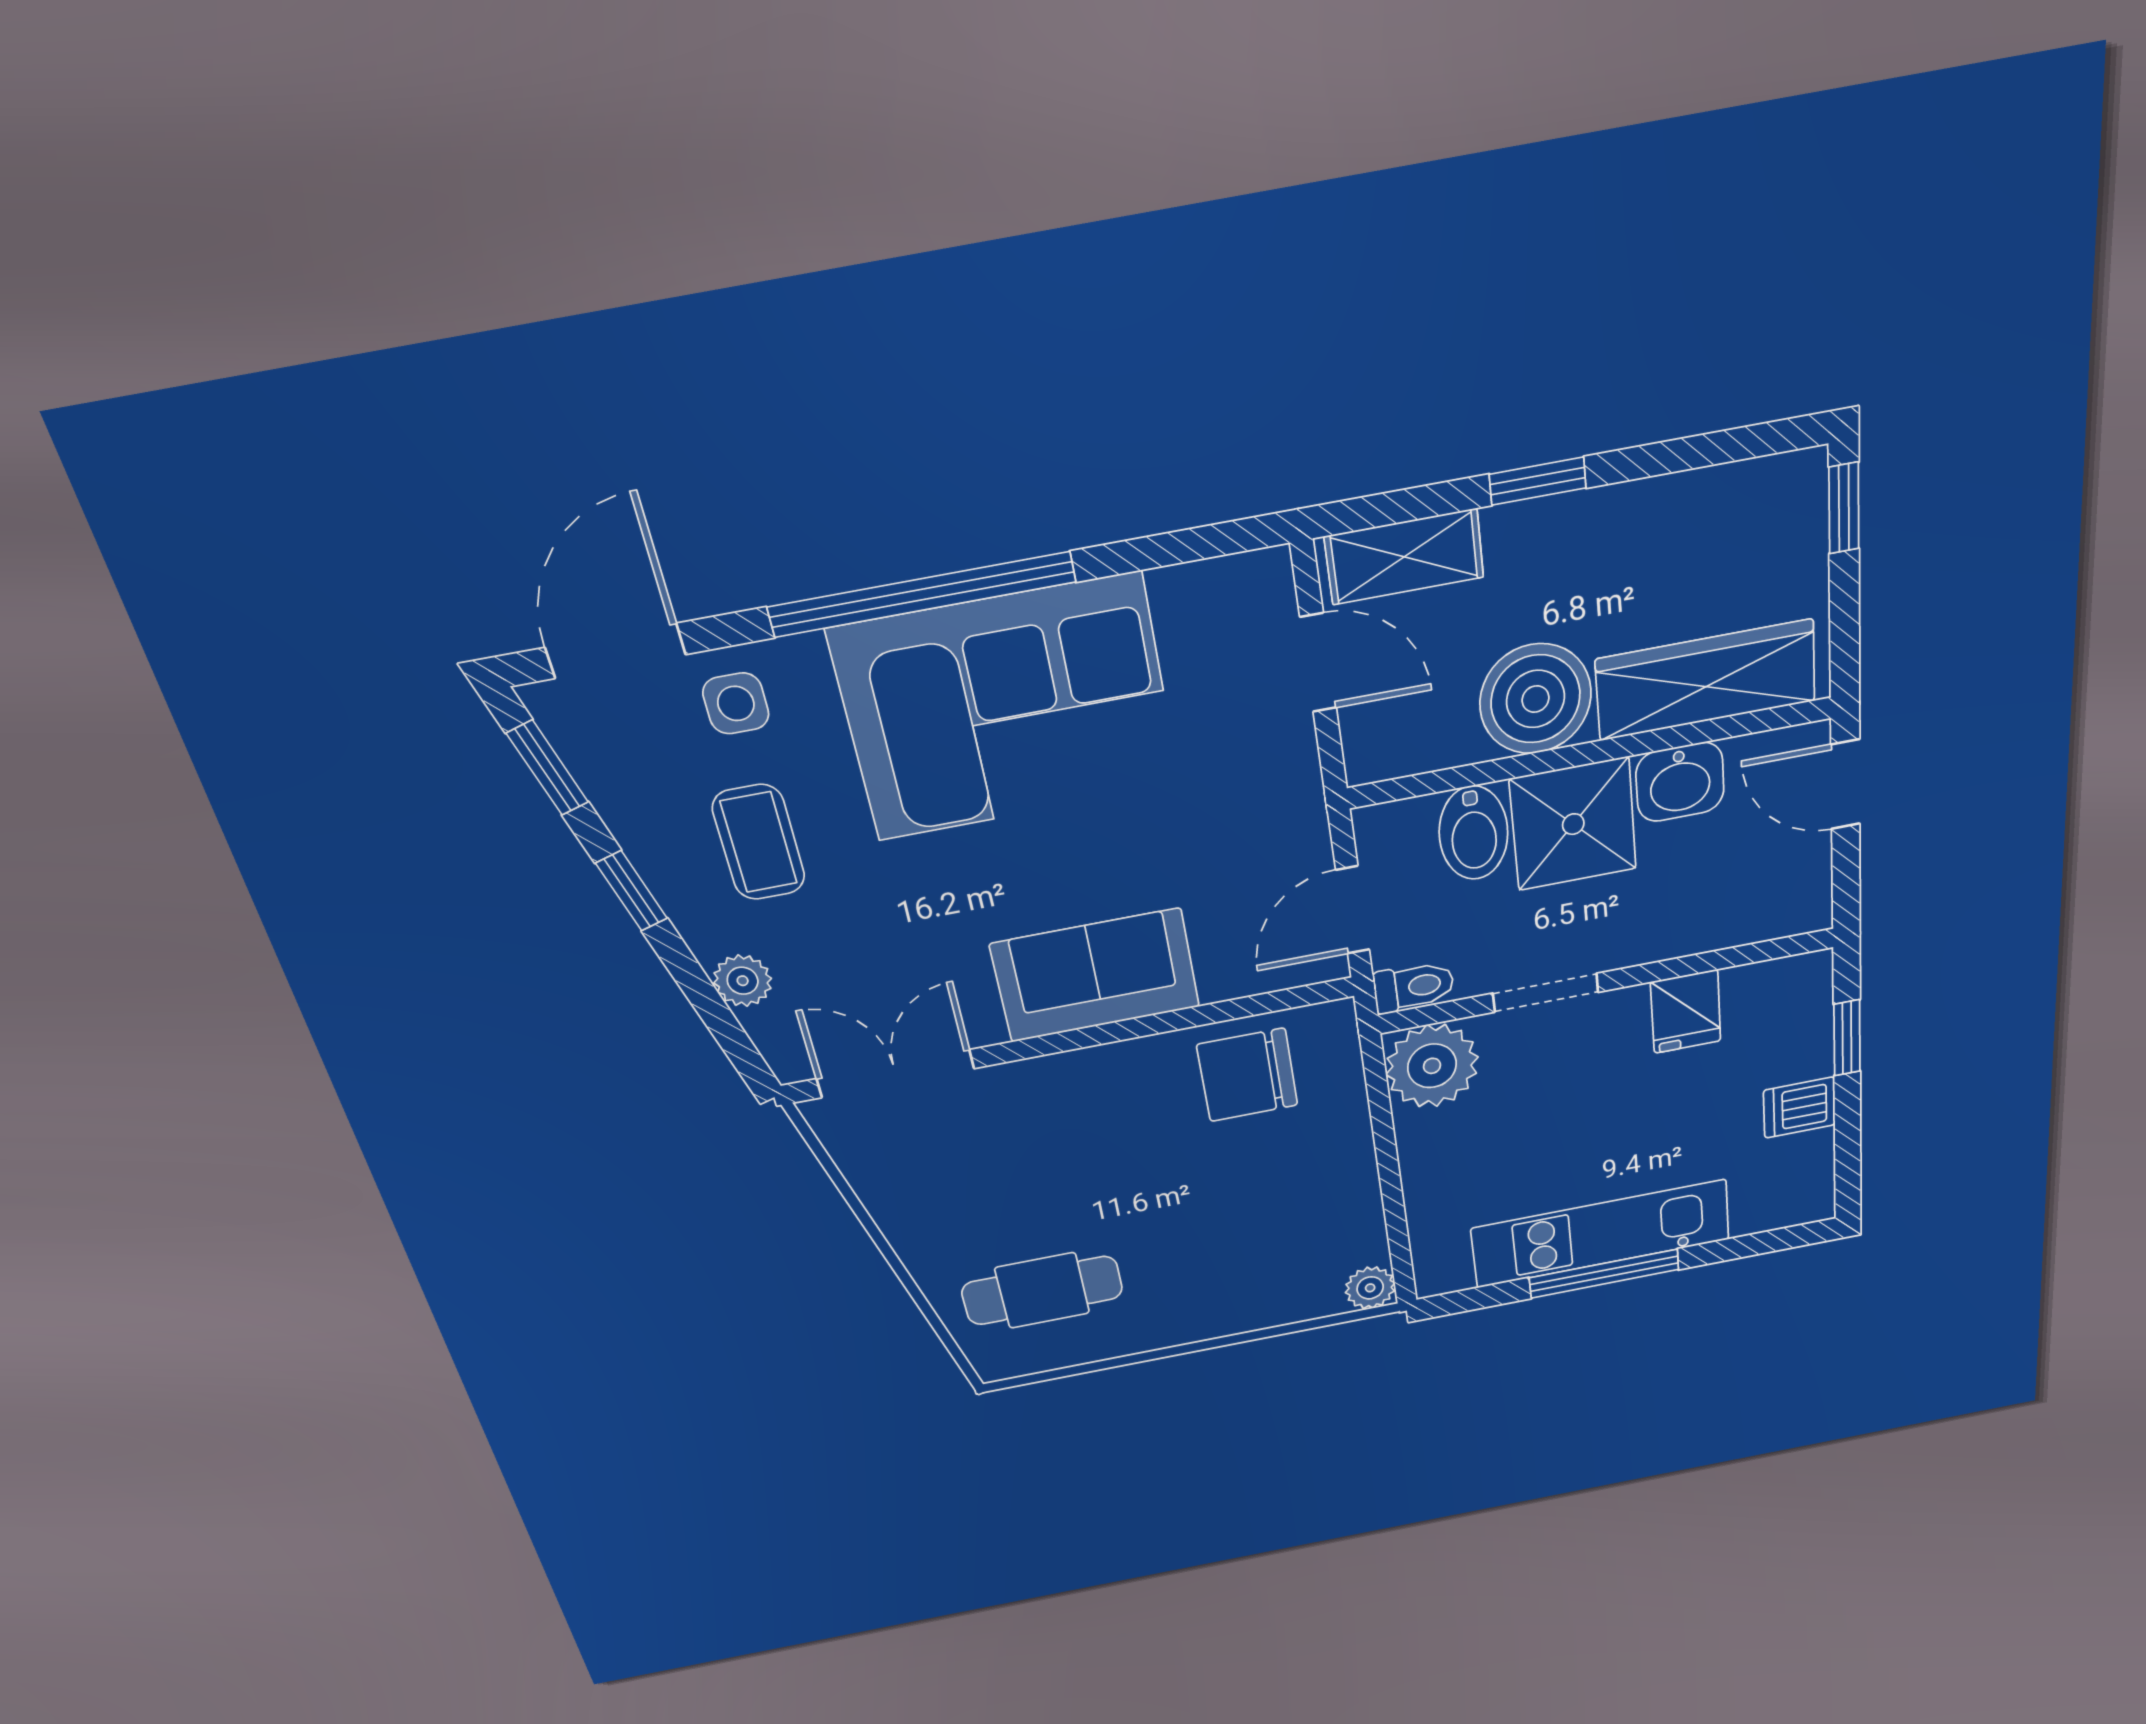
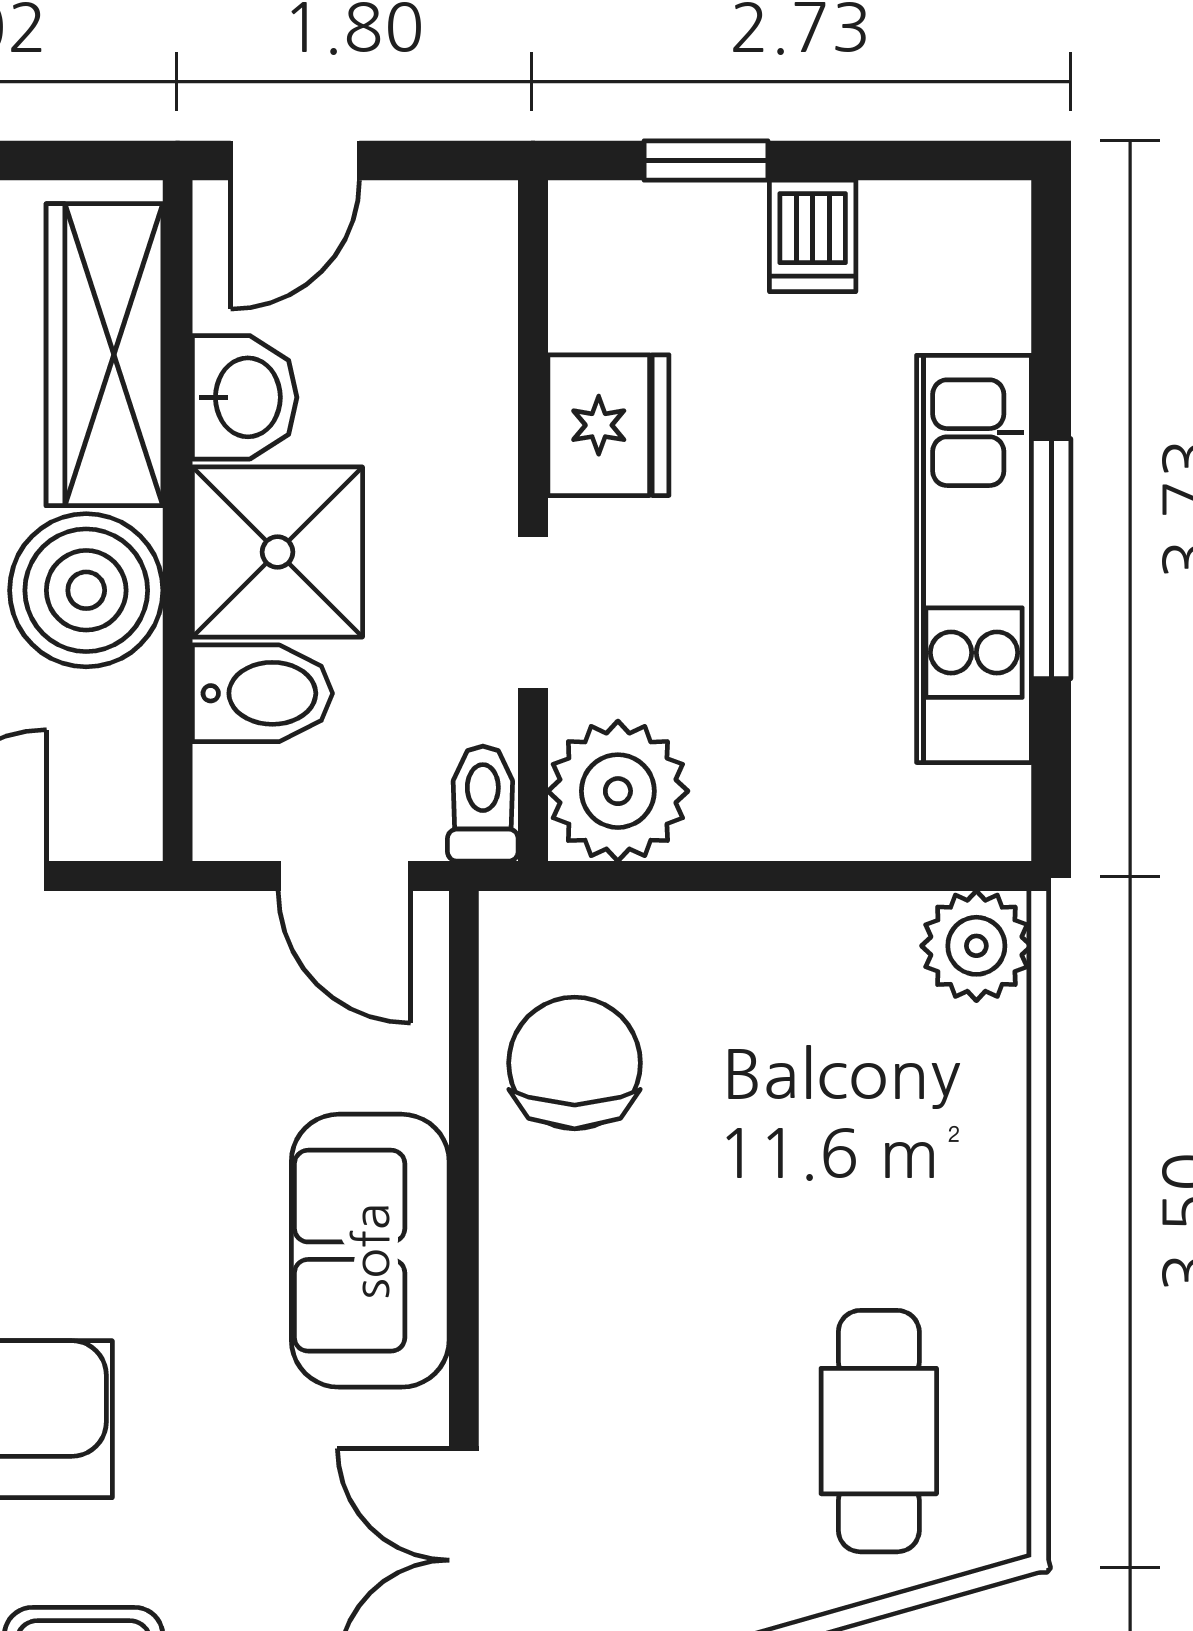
fridge: (1686, 1012) -> (608, 425), width x1.38
chair: (1247, 1075) -> (575, 1063), turned 180
plant: (1370, 1288) -> (976, 946), width x1.38, depth x1.38

